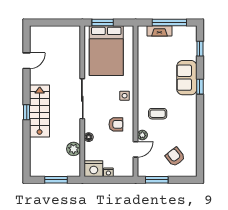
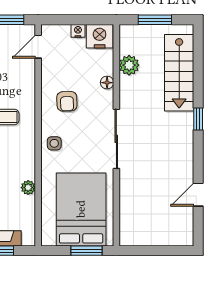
stairs: (40, 111) -> (179, 73), moved
armchair: (116, 124) -> (67, 101), turned -92
plant: (142, 135) -> (28, 188), moved
door: (136, 149) -> (38, 47), moved

